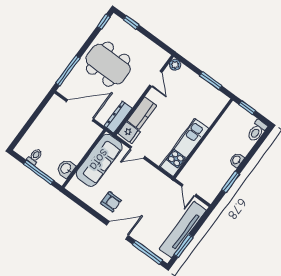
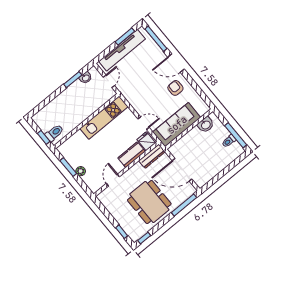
plant: (175, 65) -> (81, 171), moved
toilet: (257, 131) -> (54, 133), moved
washbasin: (237, 160) -> (86, 78), moved
window: (39, 172) -> (236, 135), moved

